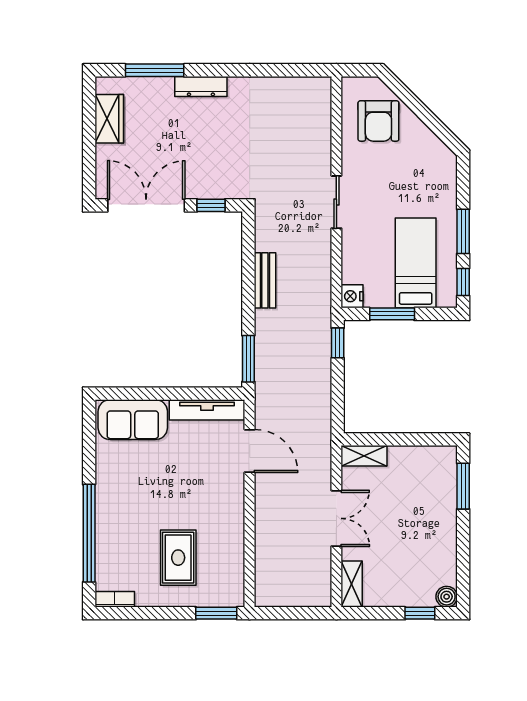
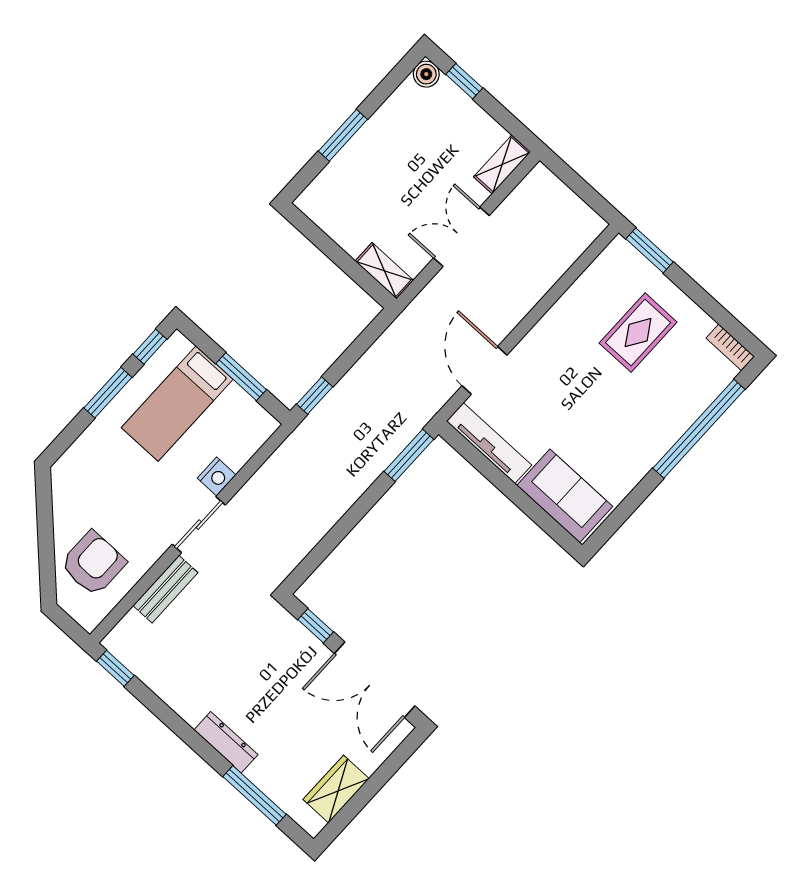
window: (308, 70) -> (115, 668), added
bench: (265, 280) -> (165, 589), moved
nightstand: (352, 296) -> (217, 476), moved
window: (463, 486) -> (343, 135), moved

